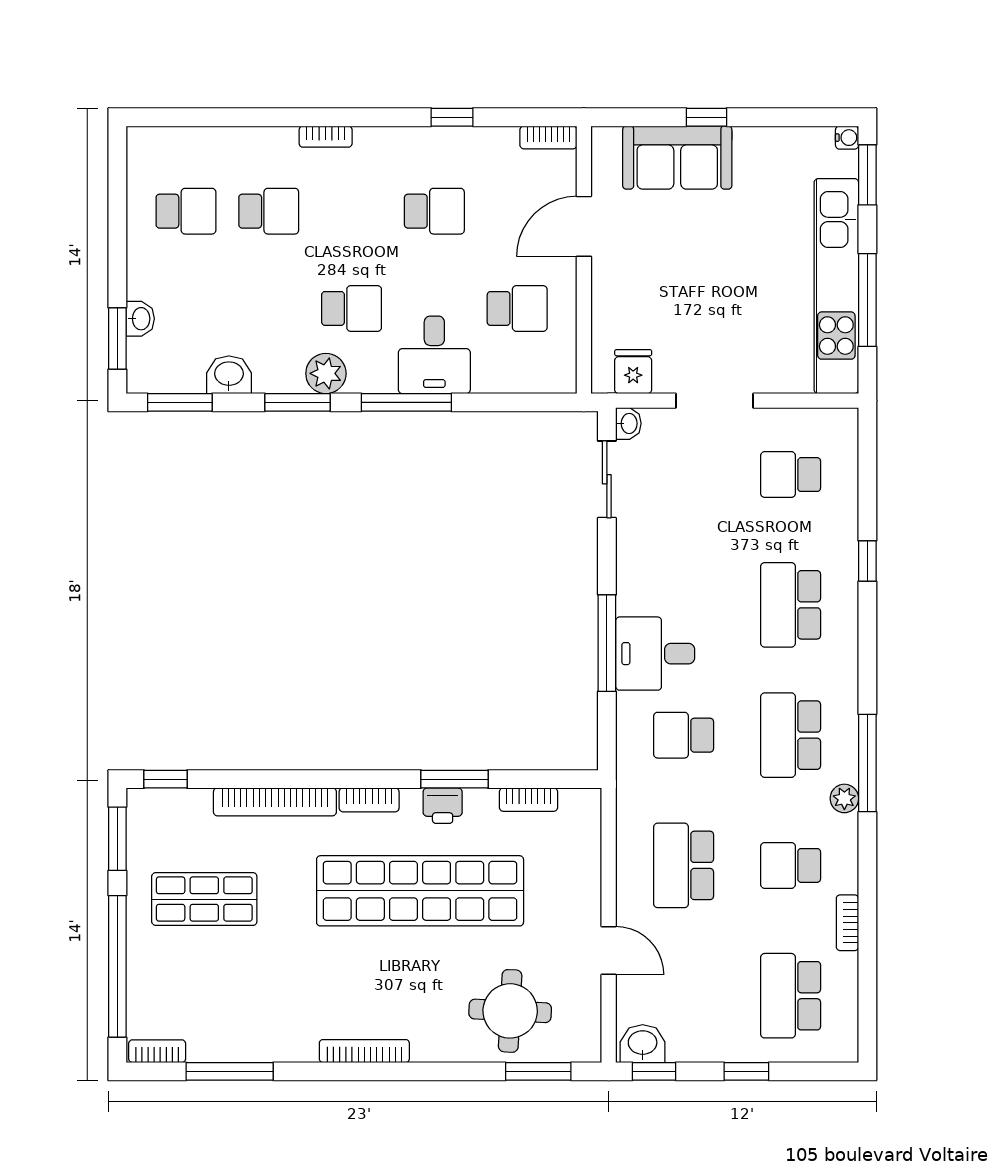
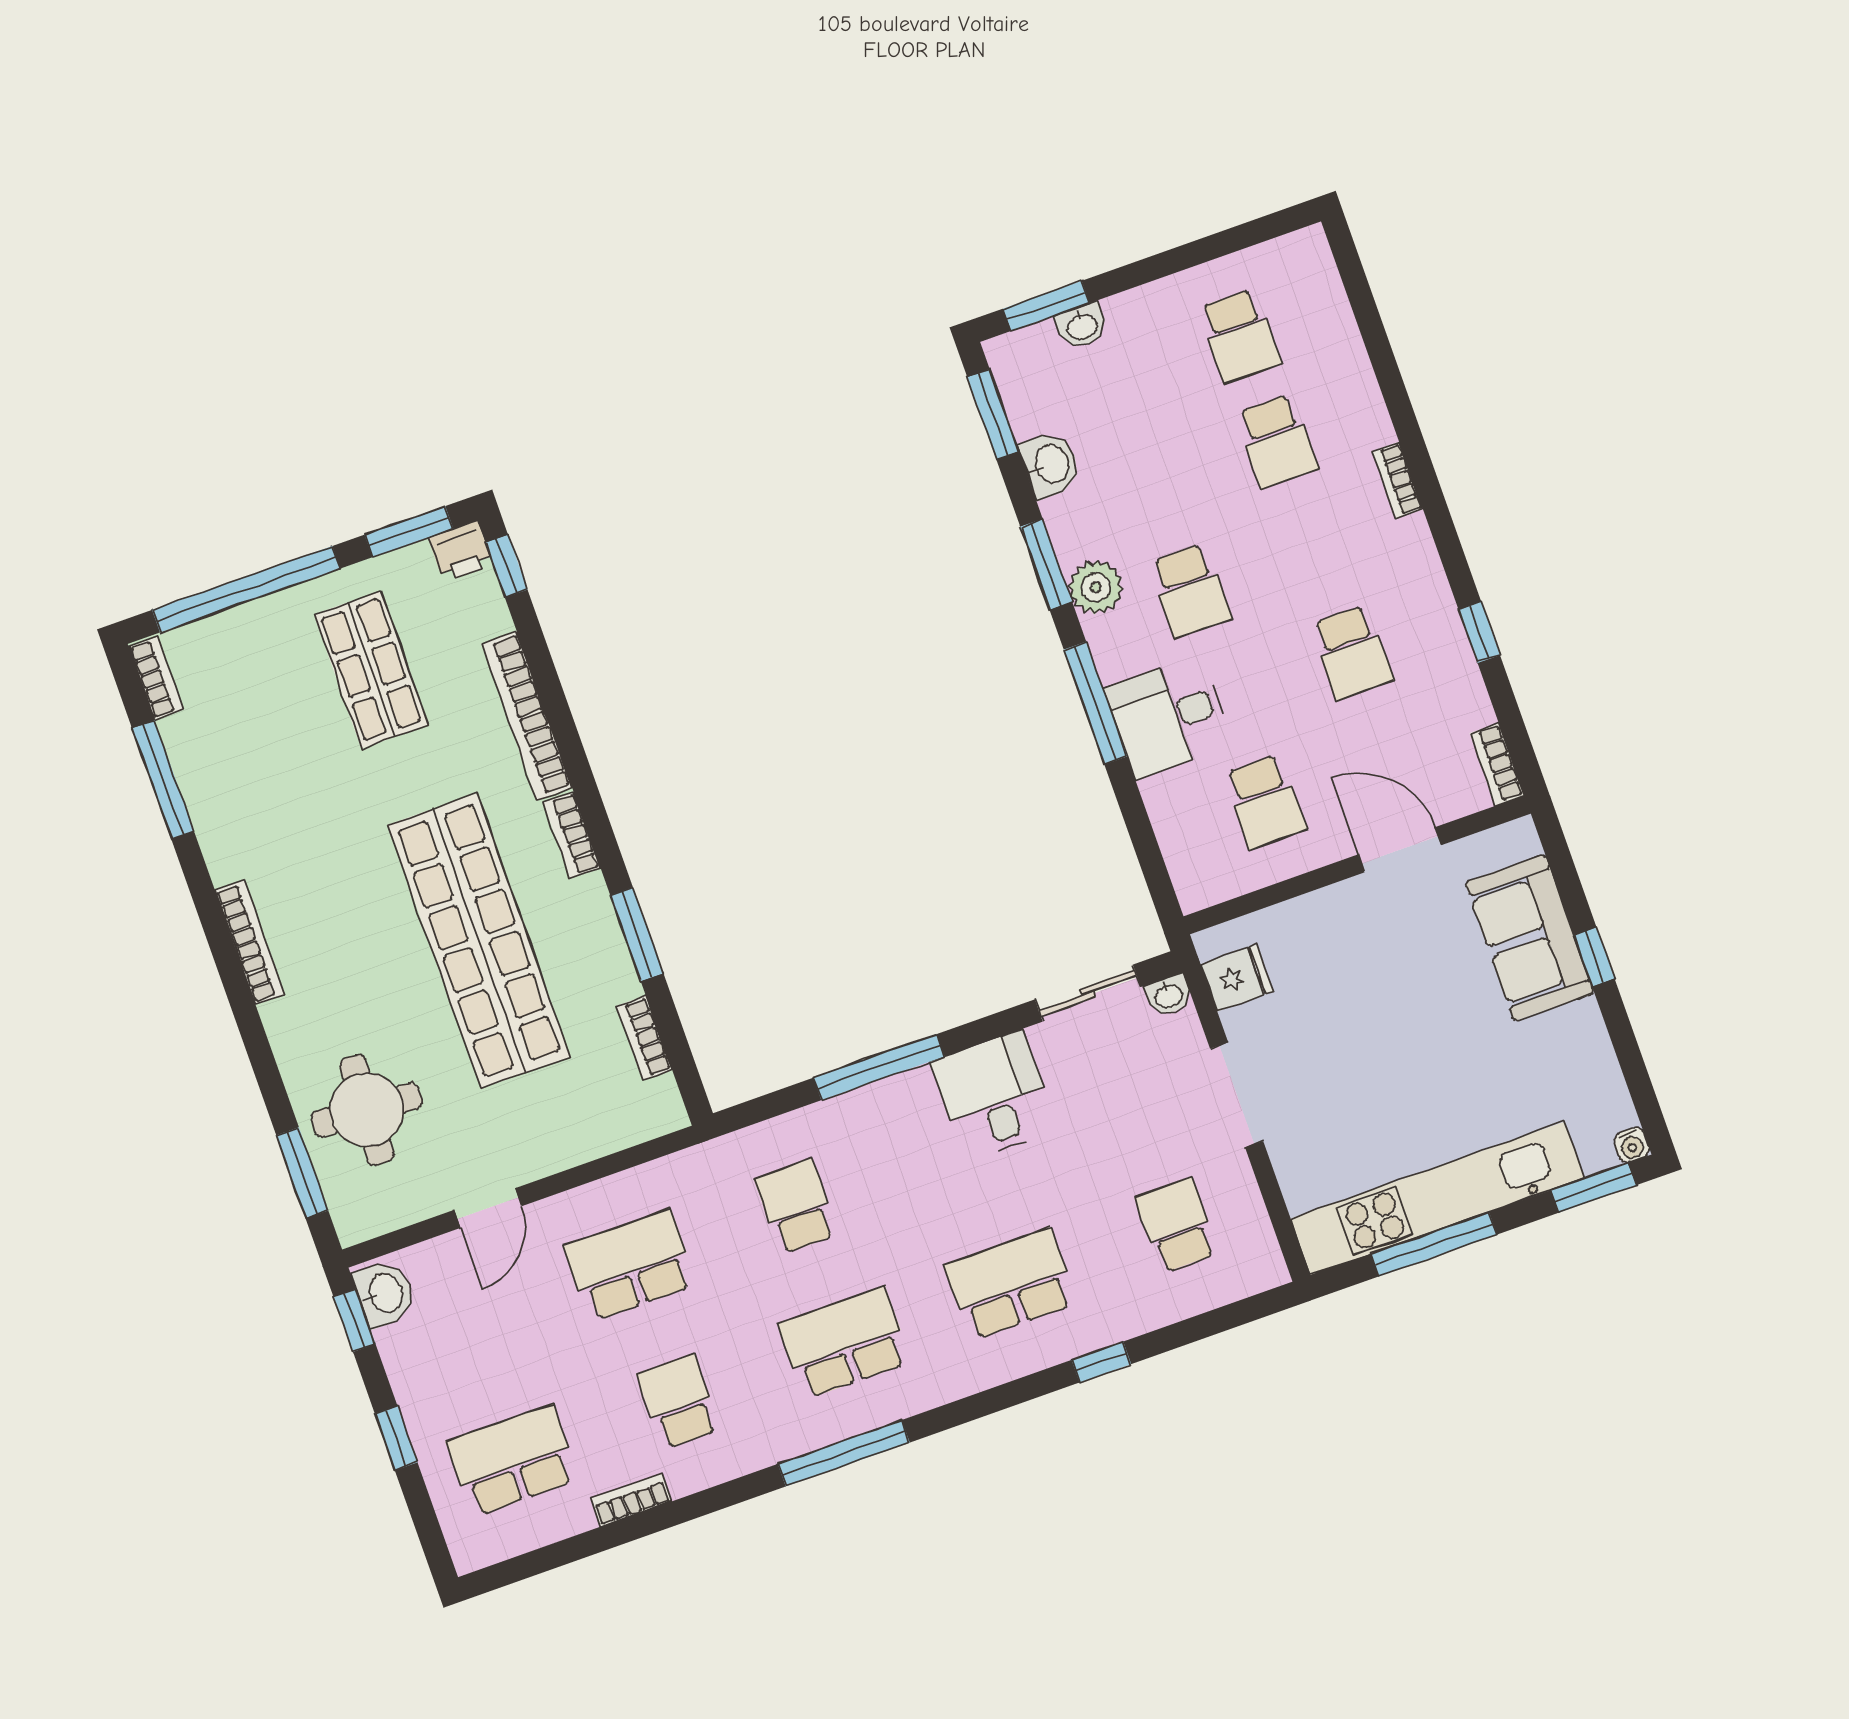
desk: (655, 654) -> (994, 1096), moved
plant: (844, 798) -> (788, 1440), removed
printer: (443, 806) -> (461, 551), moved, turned -90

